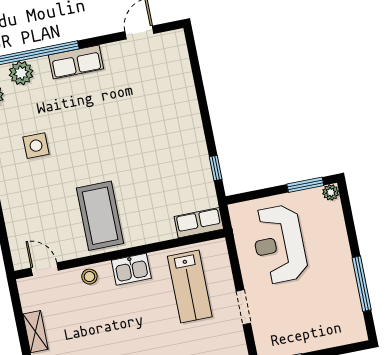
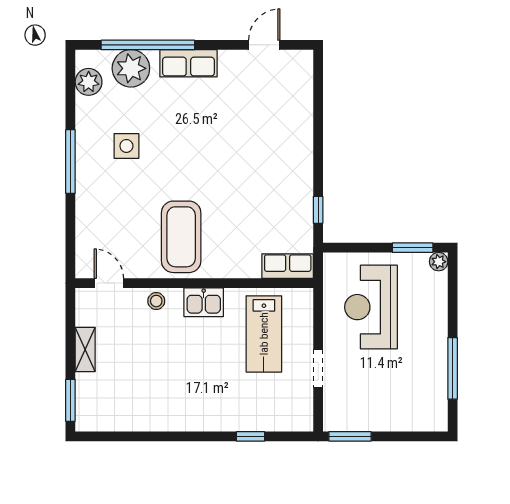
plant: (21, 73) -> (131, 68), width x1.36, depth x1.36

